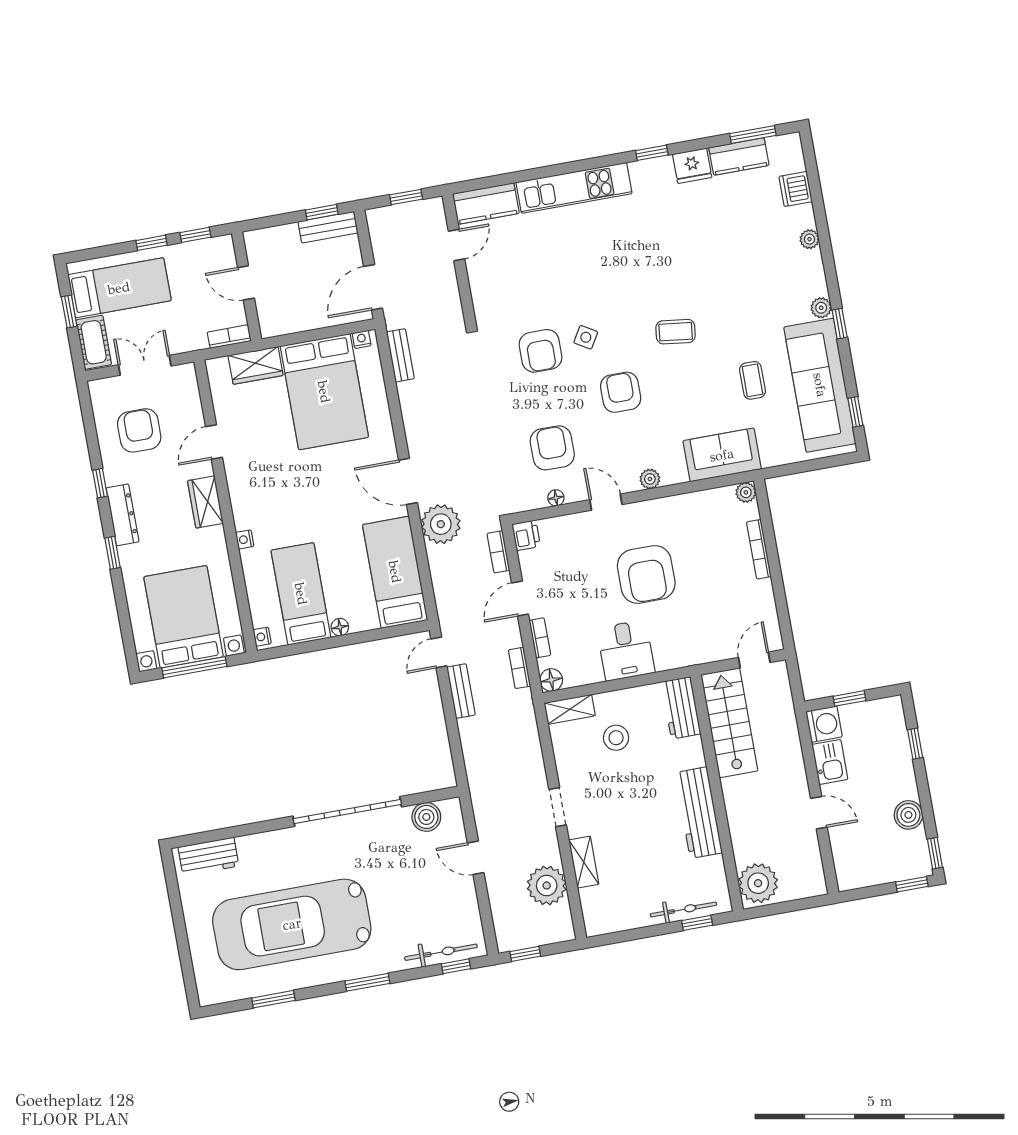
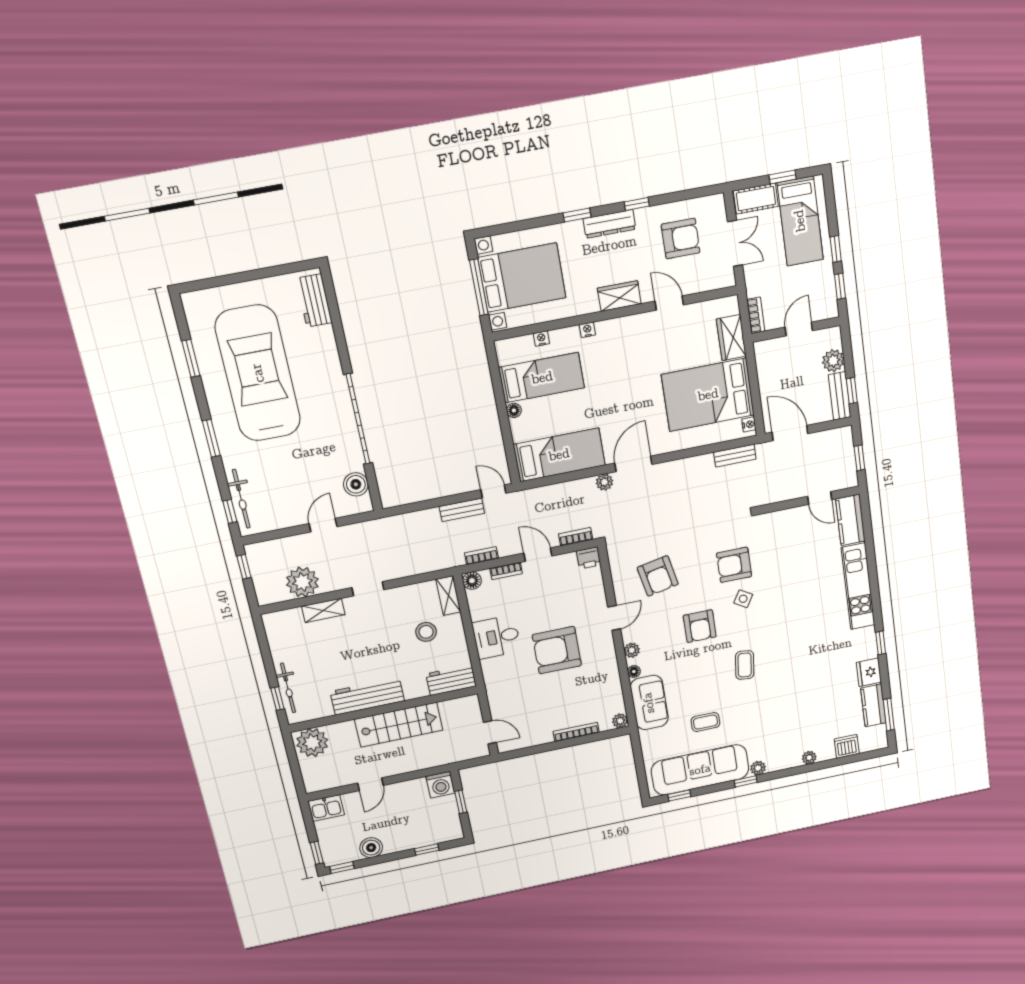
plant: (285, 238) -> (833, 361), added
armchair: (621, 392) -> (700, 626), turned 90
armchair: (552, 448) -> (658, 576), turned 79
floor lamp: (556, 498) -> (634, 672), moved
plant: (441, 524) -> (604, 482), width x0.53, depth x0.53
nightstand: (262, 637) -> (541, 338), moved
stairs: (729, 723) -> (399, 725), moved
kitchen sink: (830, 762) -> (326, 808), moved

